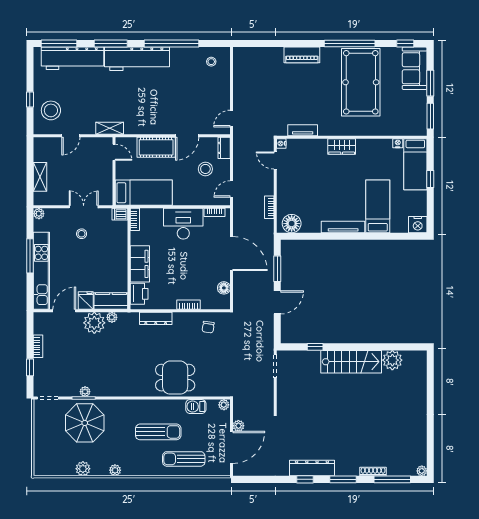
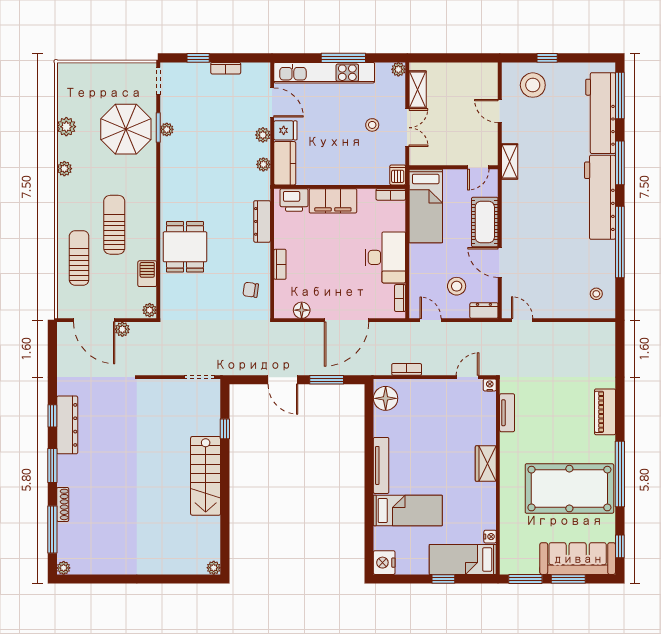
sofa: (415, 68) -> (578, 559), width x1.36
shelving: (40, 177) -> (418, 90), moved, turned 90
plant: (94, 323) -> (263, 135), width x0.53, depth x0.53
plant: (392, 360) -> (214, 568), moved, width x0.53, depth x0.53
sun lounger: (158, 432) -> (114, 225), turned 180

